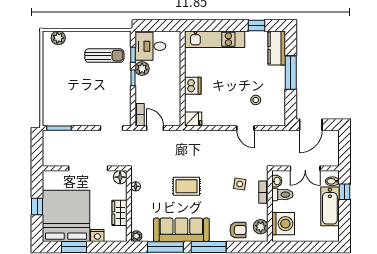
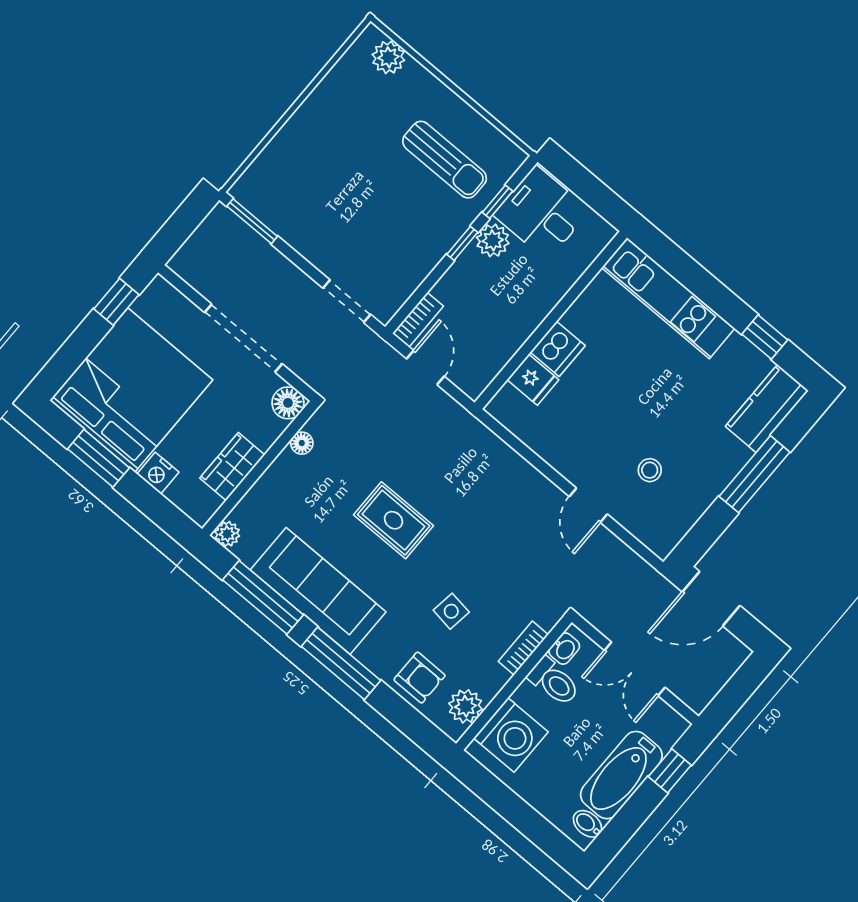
fridge: (193, 119) -> (533, 380), moved
bidet: (332, 181) -> (587, 824), moved
side table: (240, 184) -> (451, 611), moved
window: (37, 206) -> (116, 302), moved

